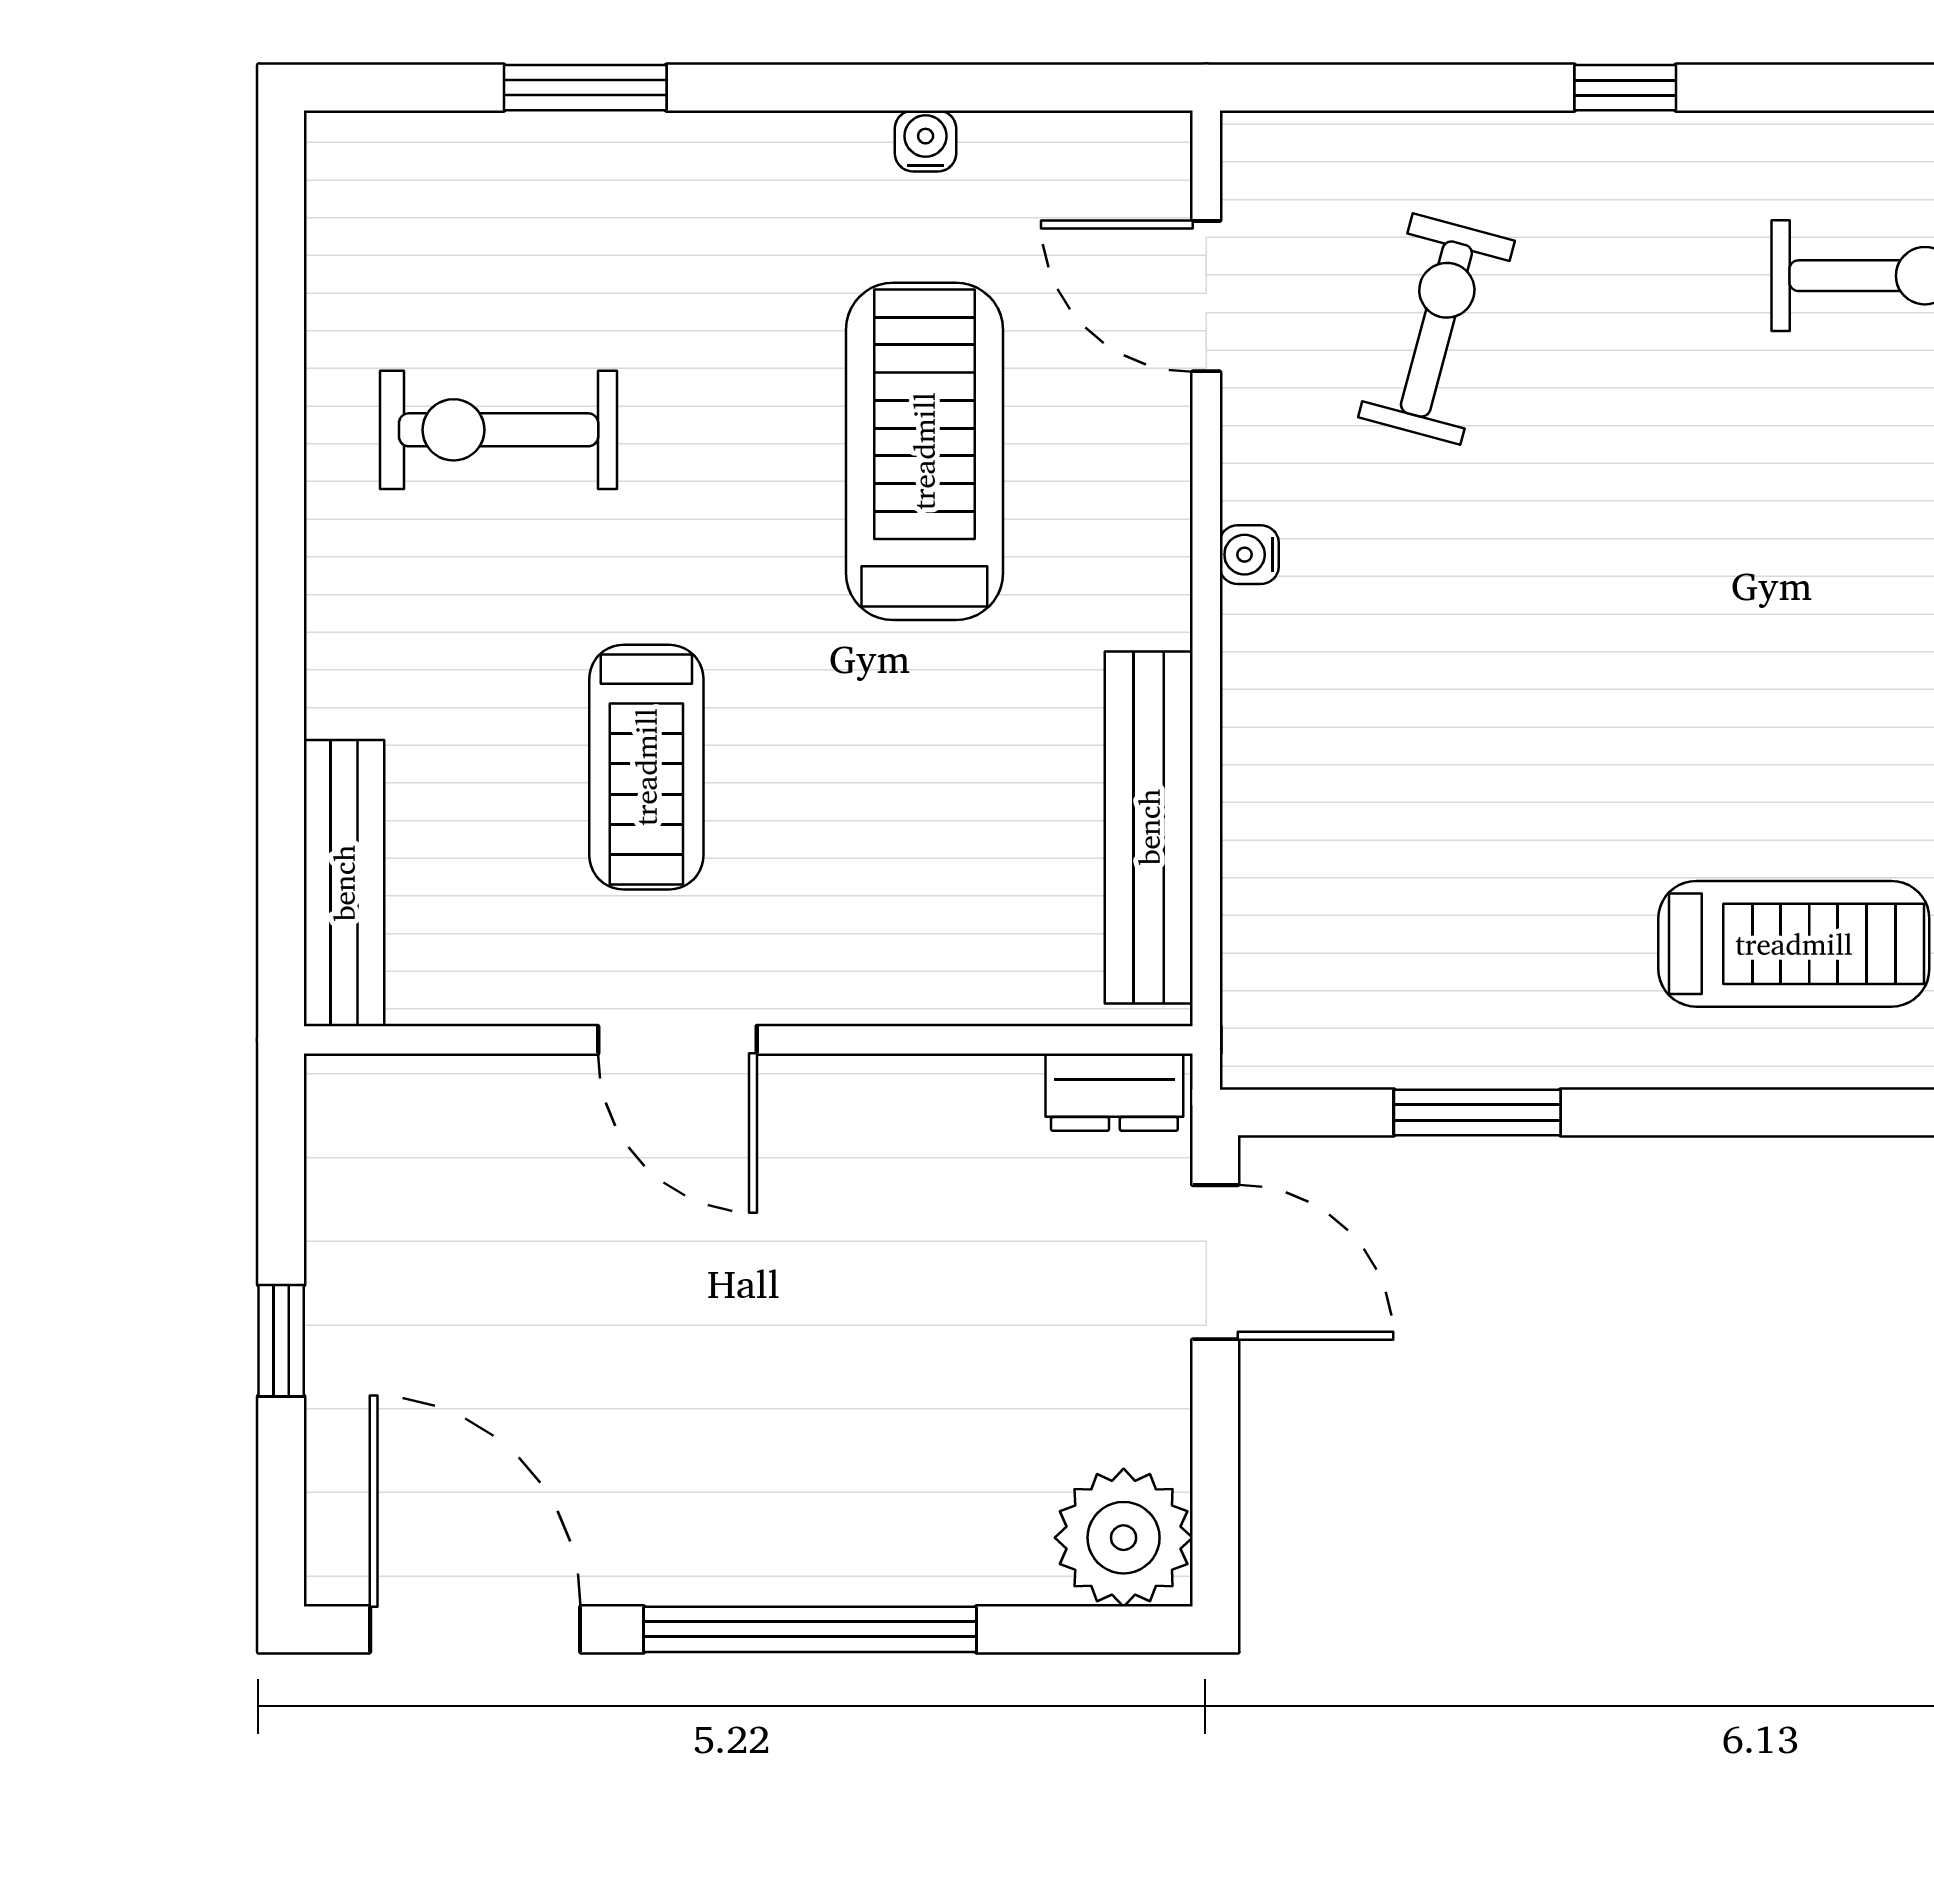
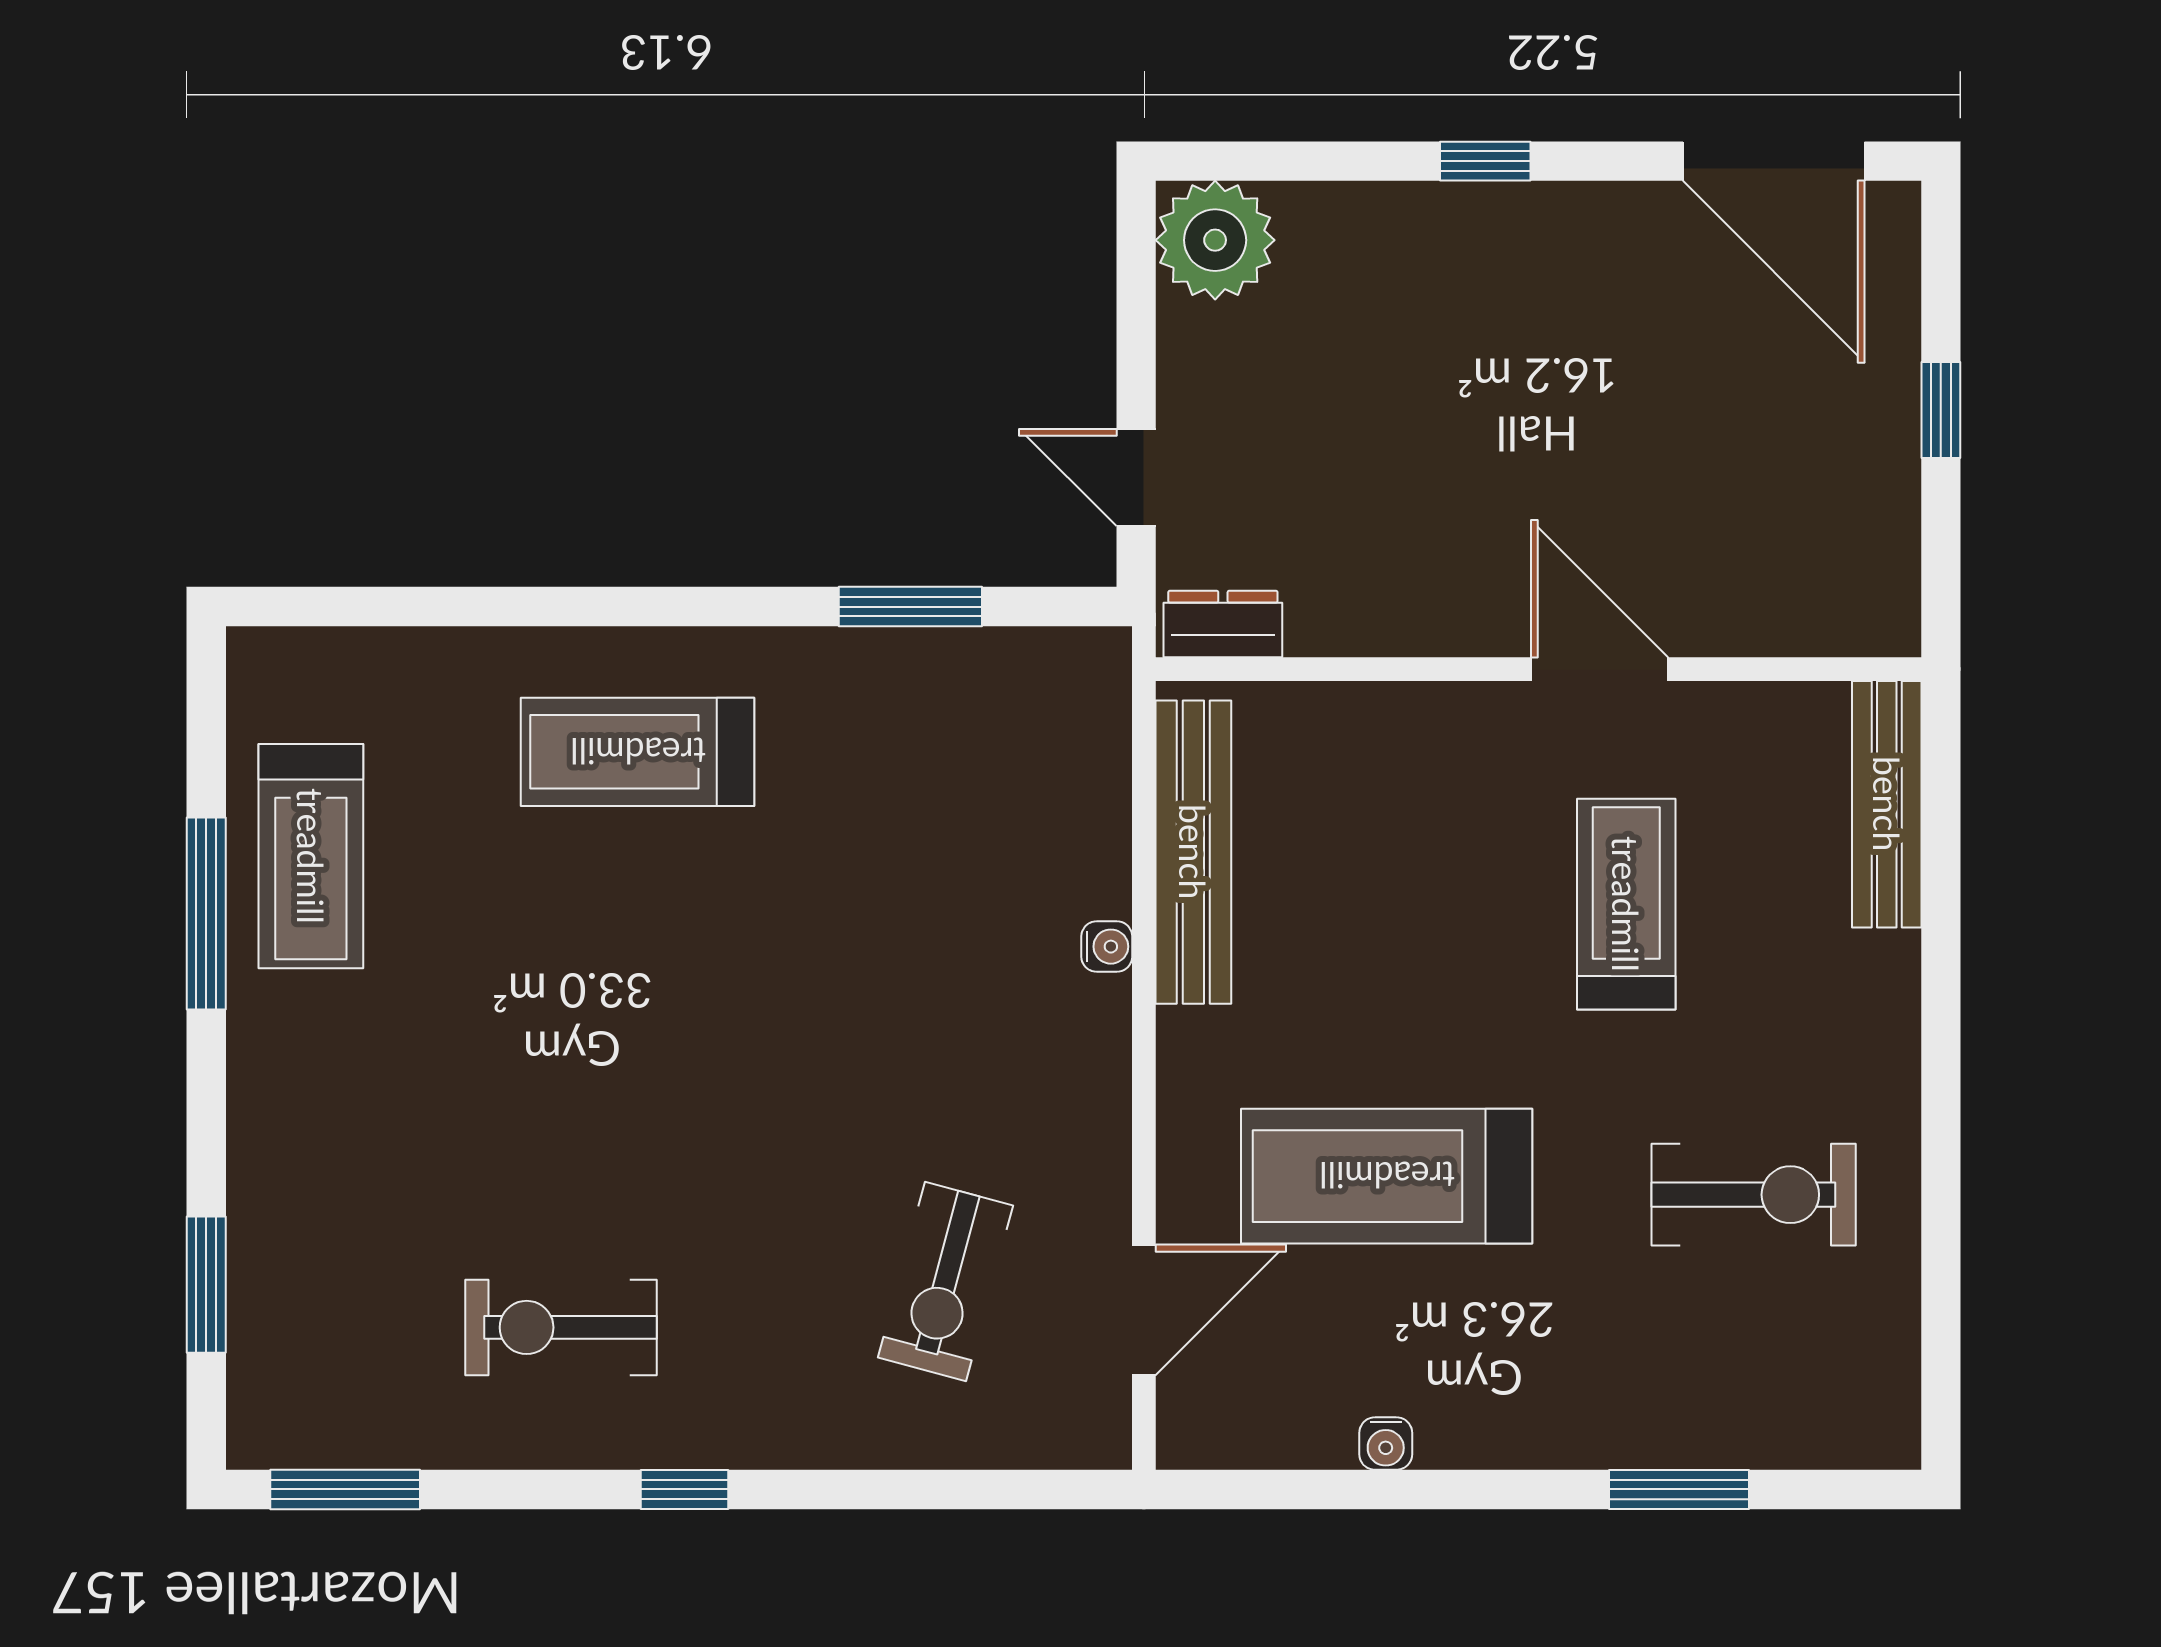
window: (1625, 88) -> (685, 1489), moved
door: (1206, 296) -> (1144, 1310), hinge flipped
treadmill: (924, 451) -> (1387, 1176), turned 90
water cooler: (1249, 555) -> (1107, 947), moved
door: (1215, 1262) -> (1136, 477), width x0.73
window: (810, 1629) -> (1485, 161), width x0.32

